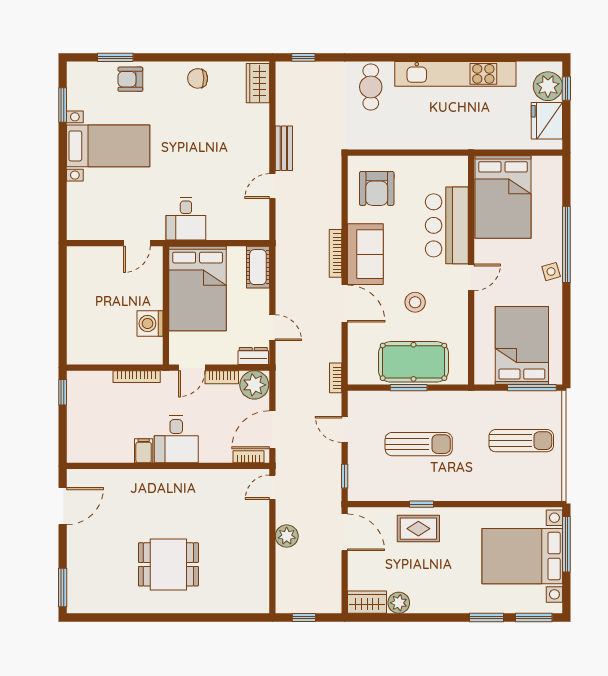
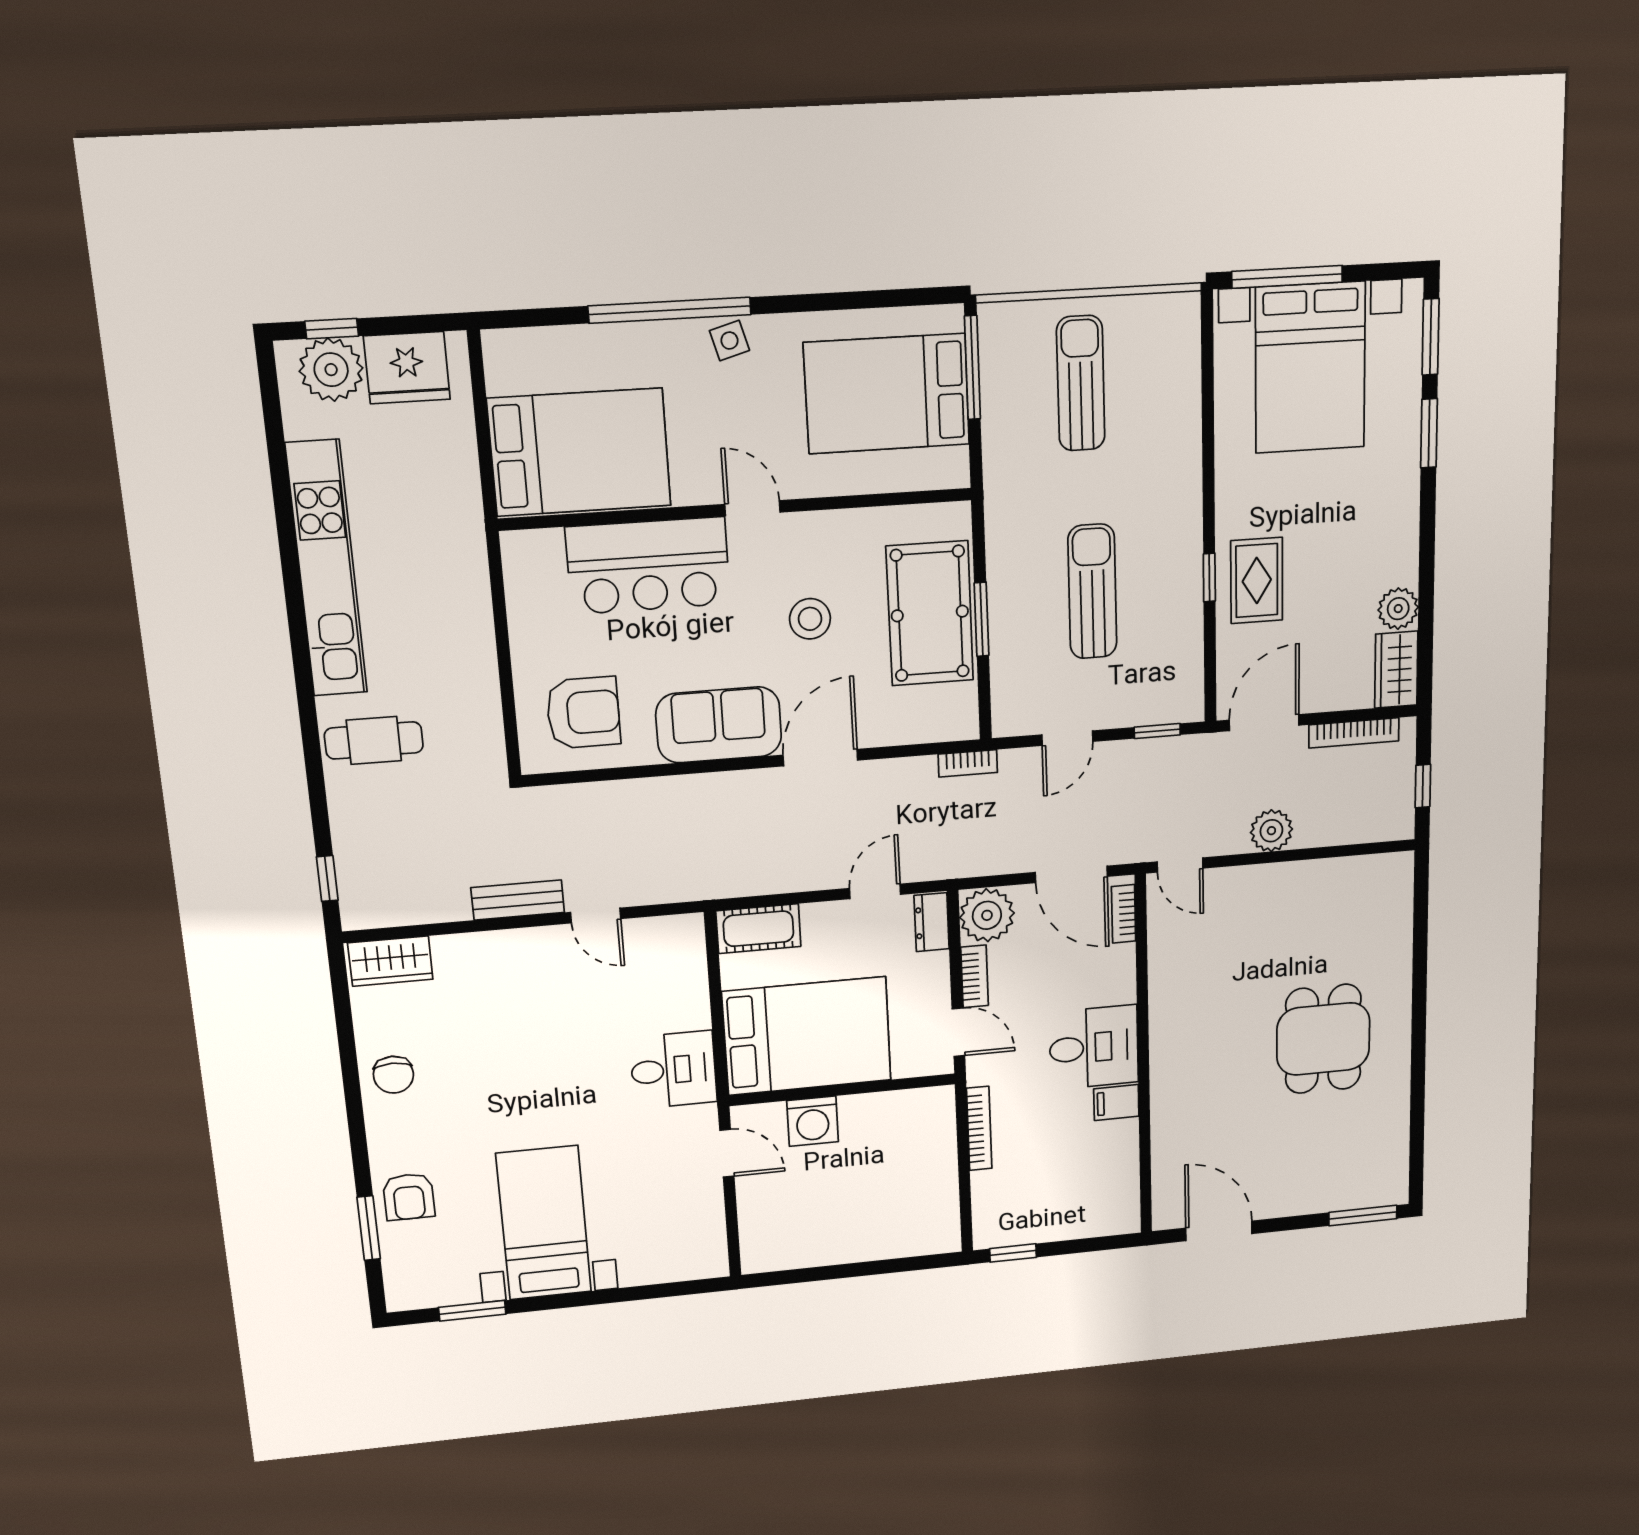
bookcase: (335, 253) -> (1354, 733), moved
washing machine: (150, 324) -> (813, 1121), moved

